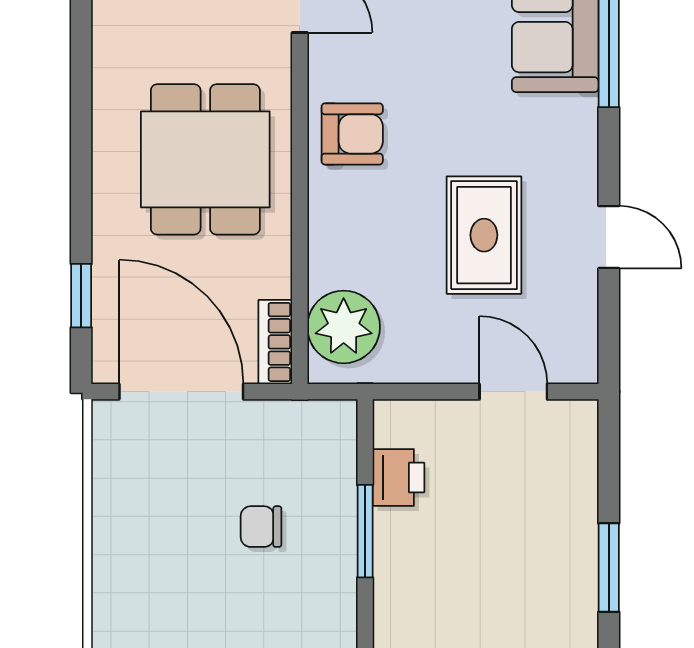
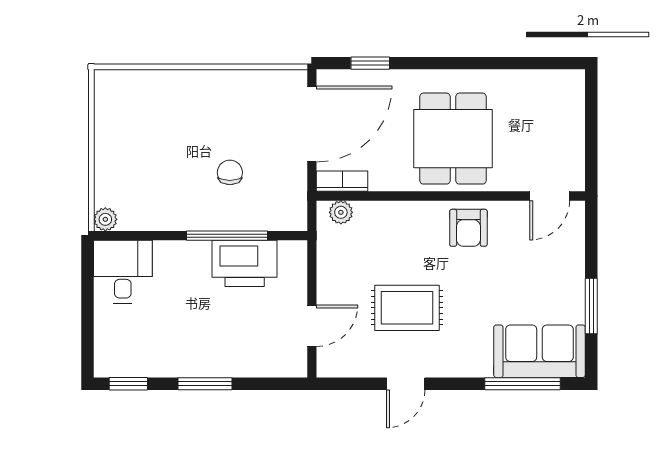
dining table: (205, 159) -> (453, 139), turned 90
plant: (344, 327) -> (341, 212), width x0.53, depth x0.53
printer: (398, 478) -> (245, 263), width x1.87, depth x1.48
window: (365, 531) -> (227, 236), width x1.44

